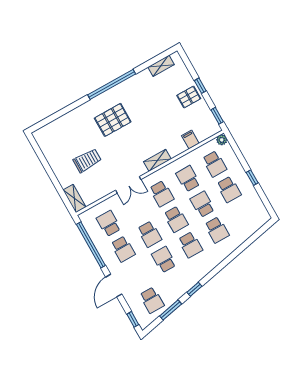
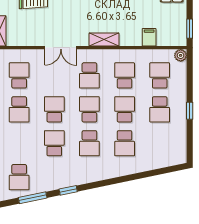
school desk: (214, 164) -> (160, 75), turned 180
school desk: (176, 219) -> (89, 109), turned 180
school desk: (149, 234) -> (54, 109), turned 180

